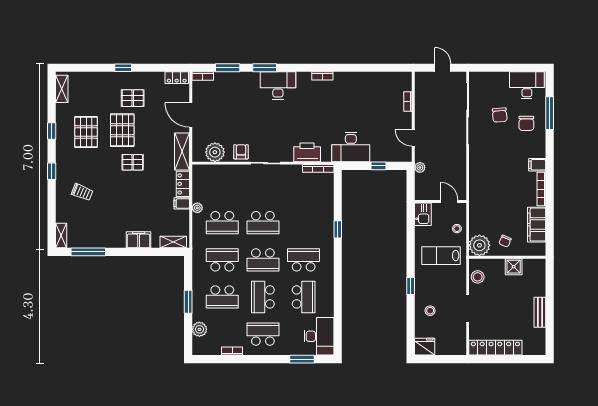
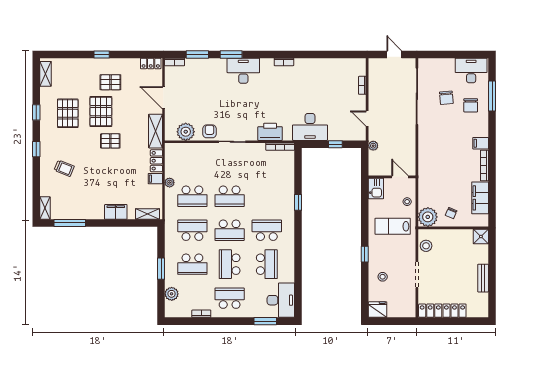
shower: (514, 267) -> (481, 236), moved

